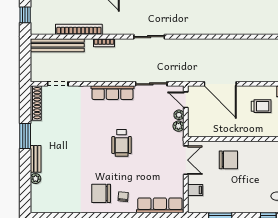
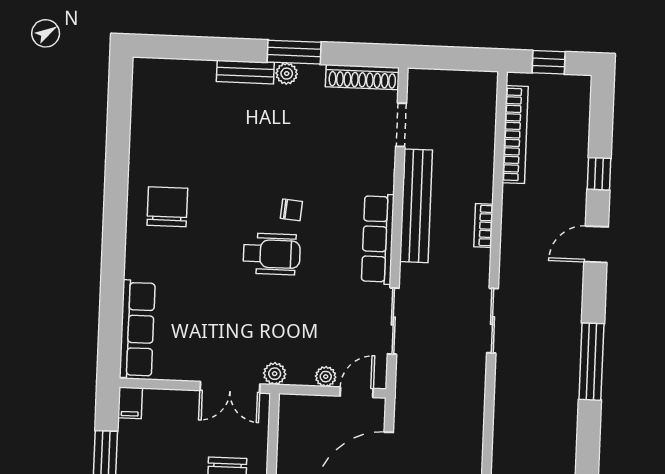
bookcase: (79, 29) -> (515, 135), moved
bench: (57, 45) -> (416, 206), moved
plant: (178, 126) -> (275, 374), moved
wheelchair: (122, 143) -> (272, 254), turned 180
plant: (36, 179) -> (287, 74), moved
filing cabinet: (195, 190) -> (130, 403), moved
chair: (123, 197) -> (291, 210), moved

